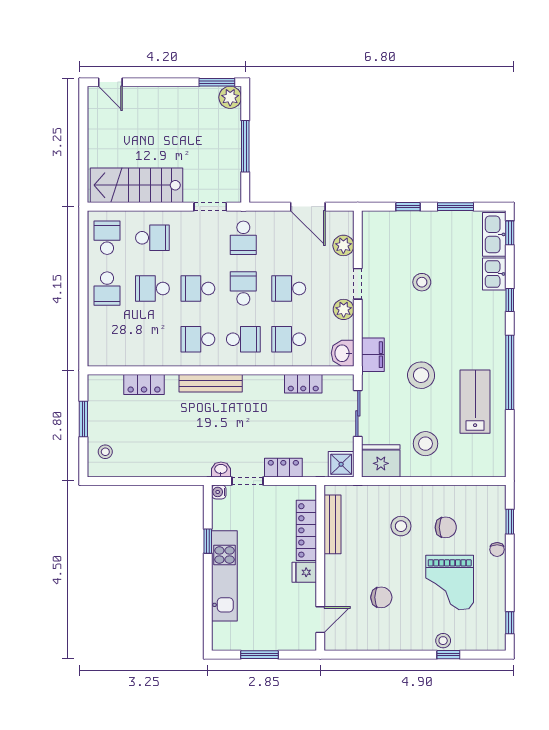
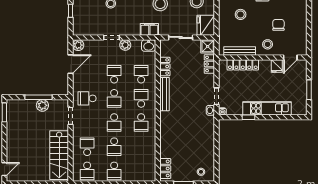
plant: (230, 97) -> (42, 105), moved
school desk: (107, 238) -> (87, 171), turned -90
school desk: (243, 238) -> (87, 98), turned 180
plant: (343, 245) -> (78, 45), moved
school desk: (107, 289) -> (114, 171), turned 90
school desk: (243, 289) -> (114, 98), turned -90
school desk: (289, 289) -> (114, 74), turned 180
school desk: (289, 339) -> (141, 74), turned 180
bench: (211, 383) -> (164, 94), moved
locker: (144, 385) -> (165, 168), moved
locker: (283, 468) -> (209, 64), moved
fridge: (304, 572) -> (277, 66), moved
stool: (345, 577) -> (268, 44), added
door: (320, 620) -> (290, 57), swing flipped

